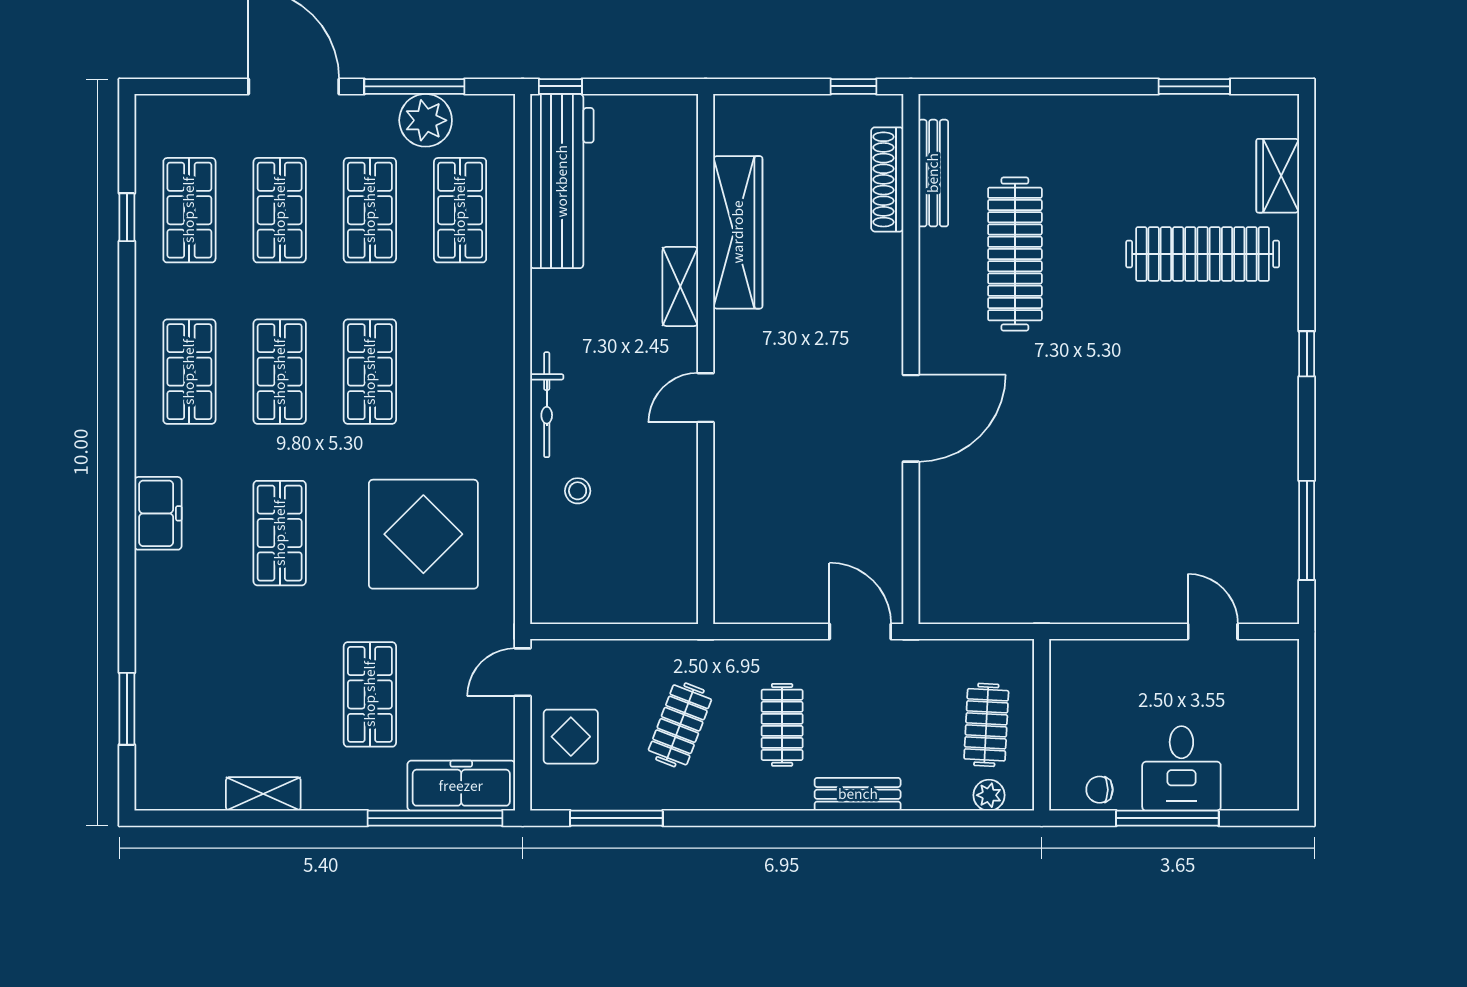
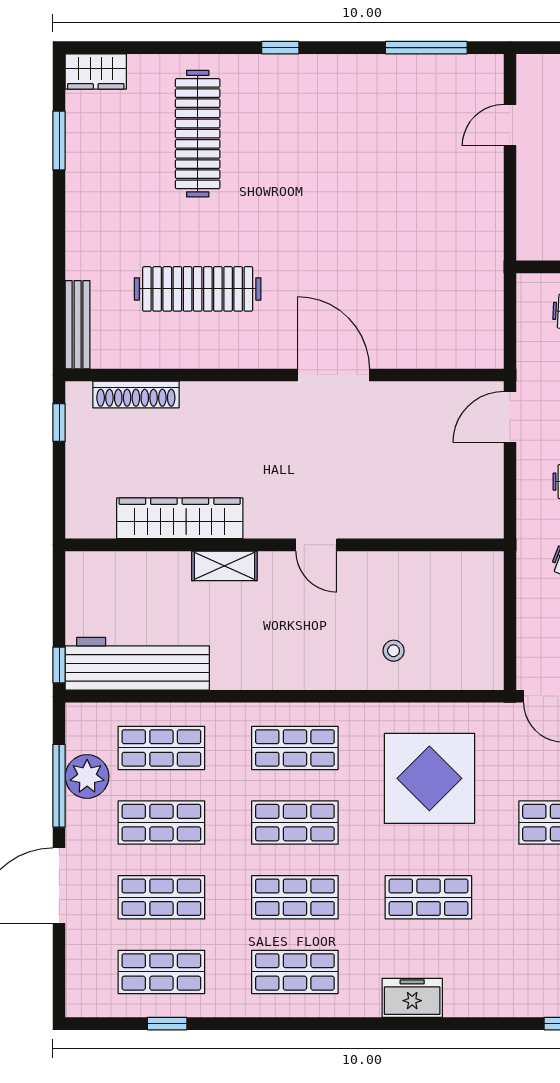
bench: (933, 173) -> (78, 325), moved, turned 90
wardrobe: (1278, 176) -> (96, 71), moved
shop shelf: (460, 372) -> (295, 748), added
bicycle: (547, 405) -> (322, 676), removed

